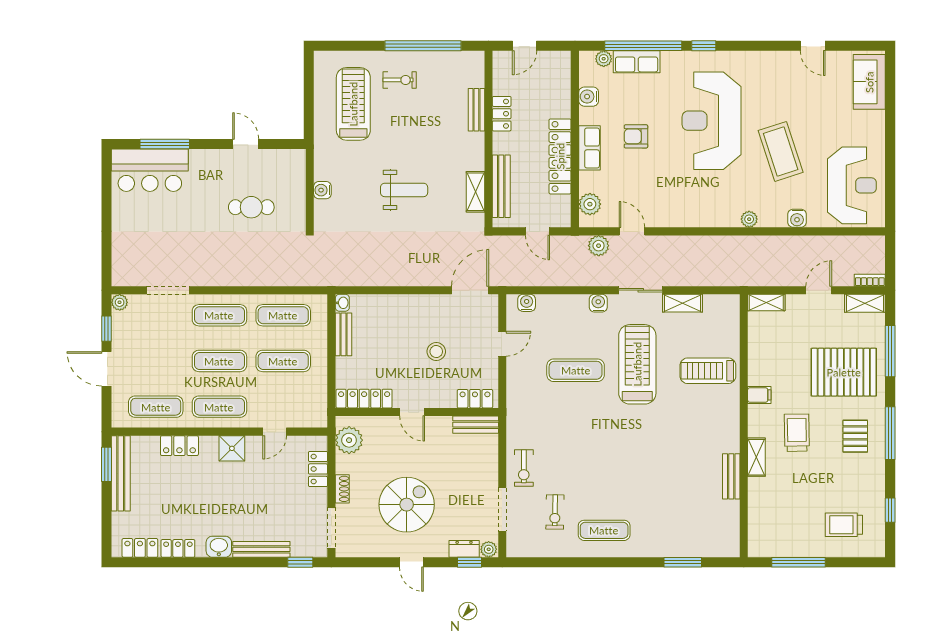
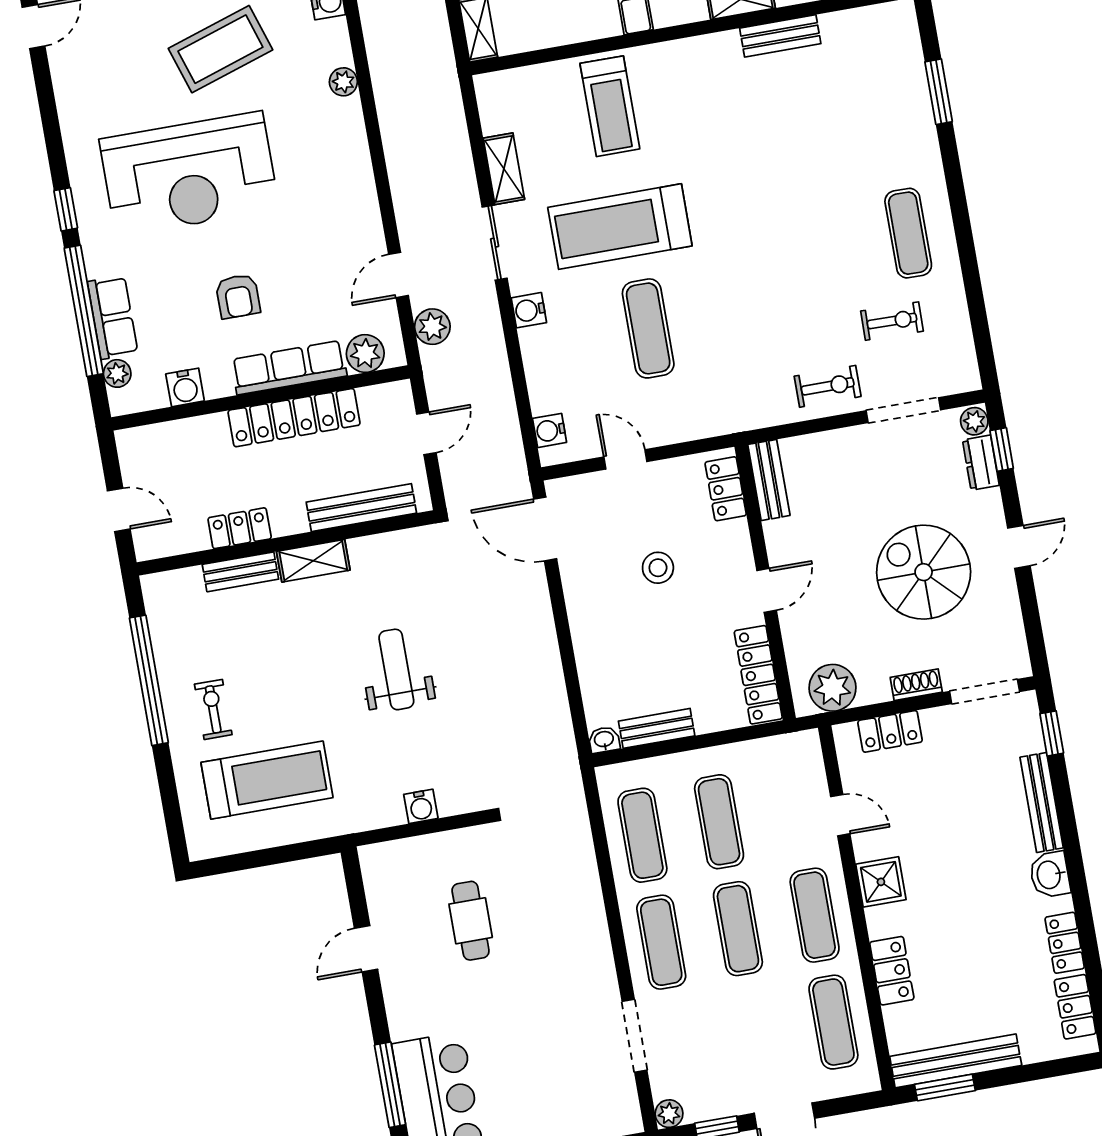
treadmill: (353, 104) -> (267, 780), turned 180
row of seats: (589, 148) -> (289, 368), width x1.48
shelving: (475, 192) -> (313, 561), moved

